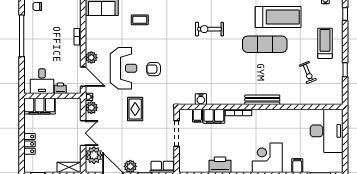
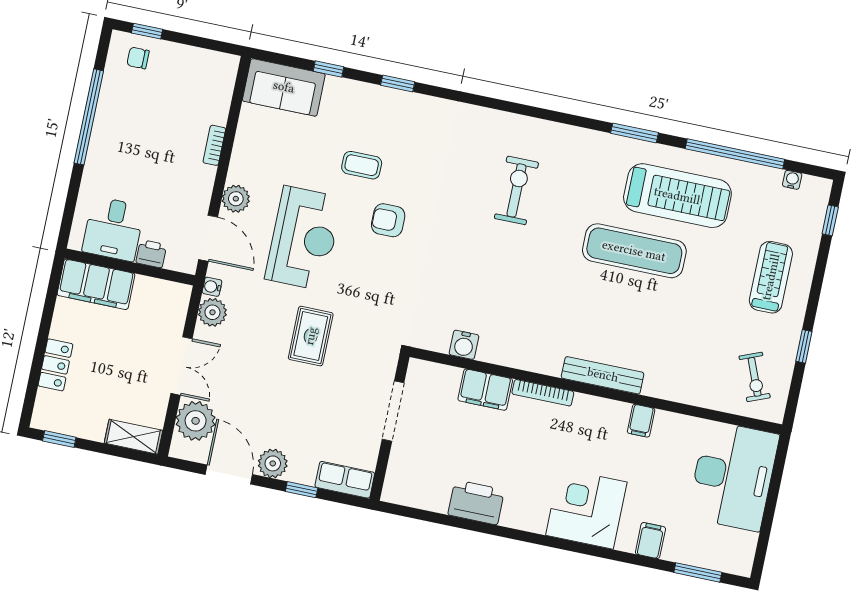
coffee table: (140, 20) -> (362, 165), moved
exercise bike: (209, 29) -> (516, 190), turned 90
armchair: (154, 69) -> (388, 220), moved
exercise bike: (308, 73) -> (755, 377), moved
filing cabinet: (197, 116) -> (641, 421), moved

